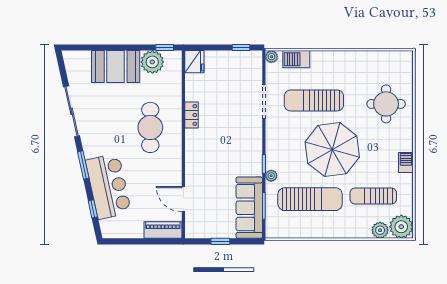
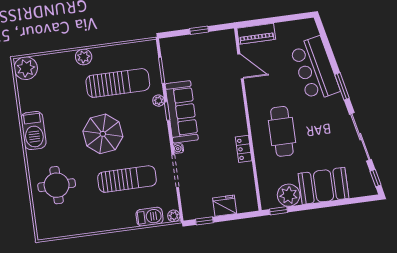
fridge: (194, 62) -> (225, 206), moved, turned 90
water cooler: (258, 124) -> (178, 149), added
parasol: (332, 150) -> (103, 134), width x0.73, depth x0.73
barbecue: (406, 162) -> (34, 131), width x1.88, depth x1.53
sun lounger: (373, 196) -> (57, 94), removed
sun lounger: (310, 199) -> (118, 83), turned 180
sofa: (249, 208) -> (182, 112), moved
window: (93, 209) -> (375, 178), moved
plant: (380, 230) -> (84, 57), moved

